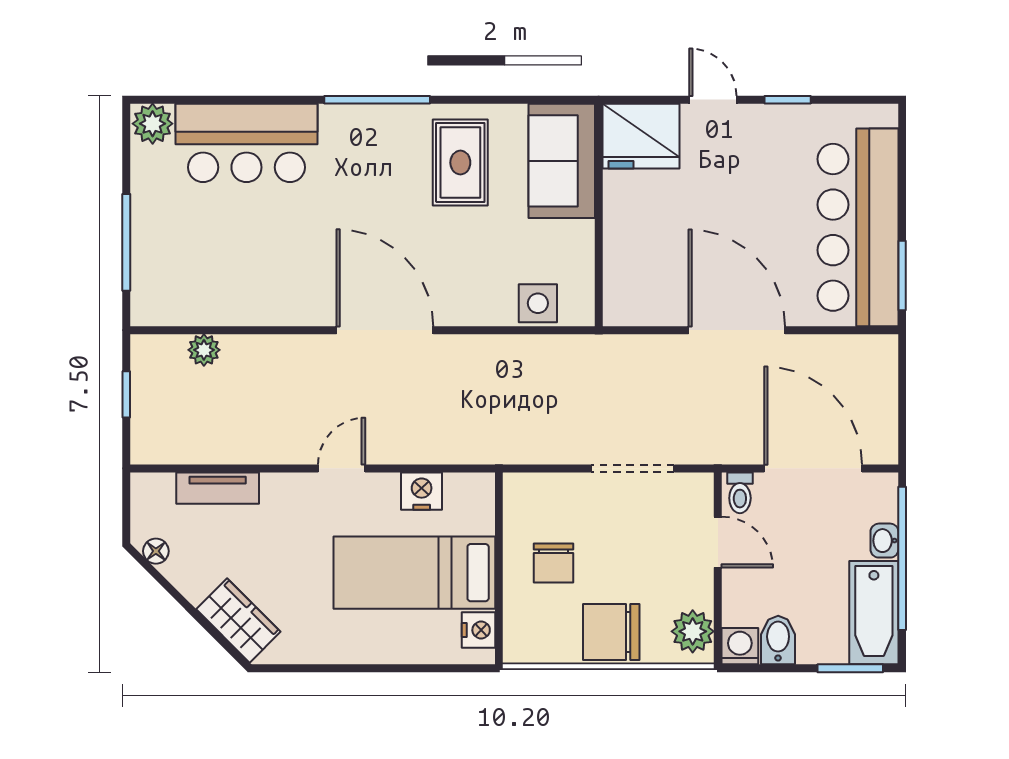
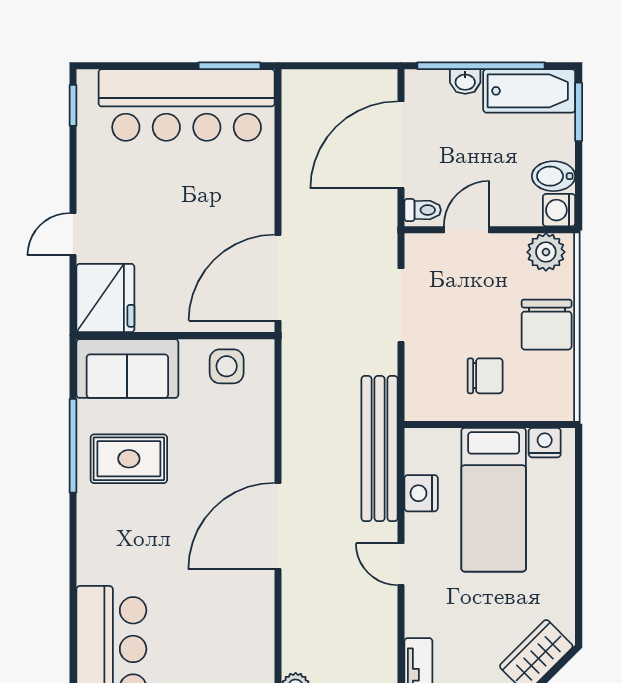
window: (377, 100) -> (73, 446), moved
window: (788, 100) -> (73, 105), moved
side table: (538, 303) -> (227, 366), moved
door: (737, 330) -> (278, 278), moved
bench: (472, 444) -> (380, 449), added

